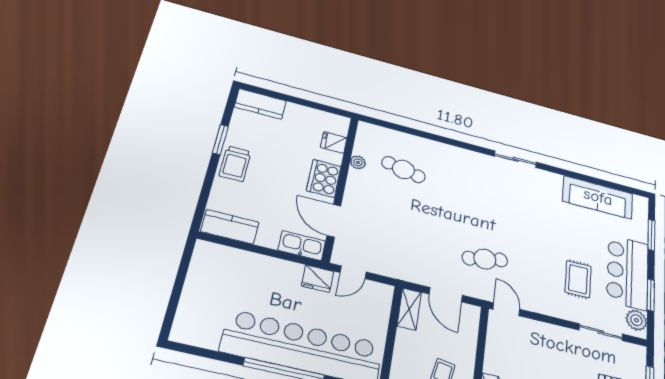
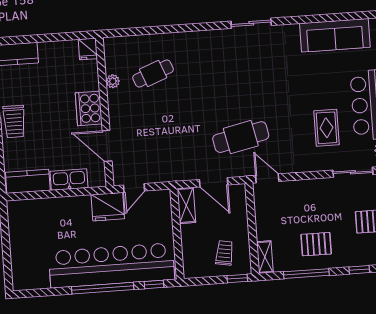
fridge: (334, 142) -> (88, 49), moved, turned -90
cafe table: (403, 169) -> (153, 74), turned -33
kitchen sink: (302, 246) -> (69, 180), moved
cafe table: (485, 259) -> (241, 137), width x1.37, depth x1.35
fridge: (318, 279) -> (108, 207), width x1.36, depth x1.34

